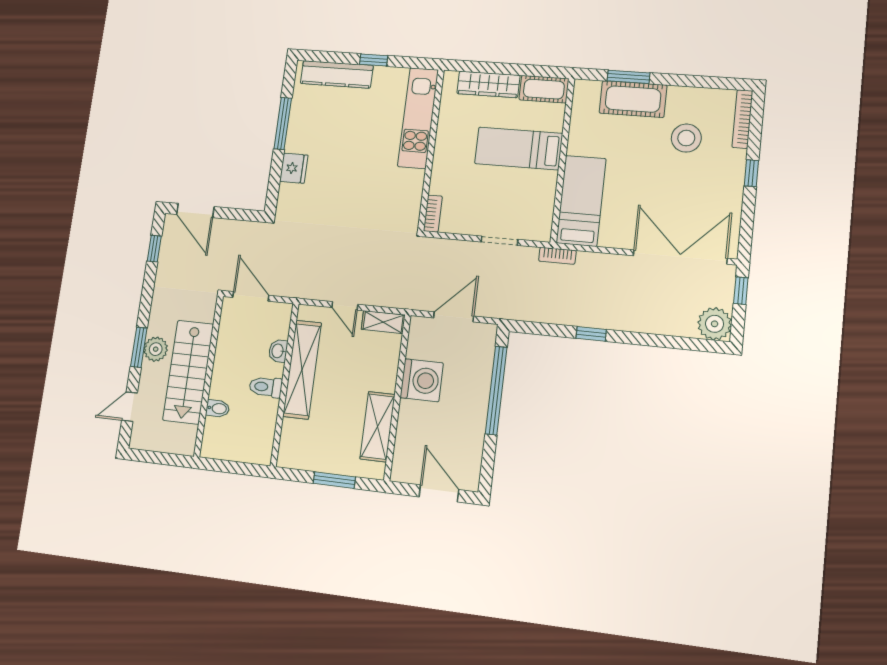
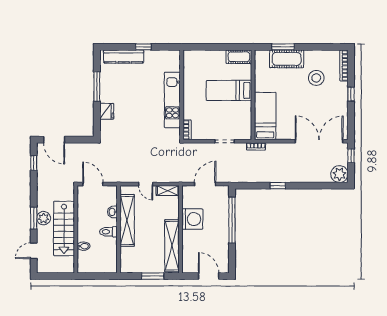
wardrobe: (488, 84) -> (209, 56), removed
kitchen unit: (418, 118) -> (172, 100), moved
shelving: (377, 427) -> (172, 246), width x1.47

